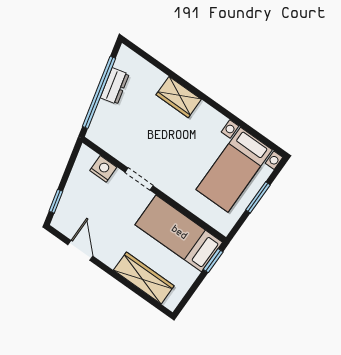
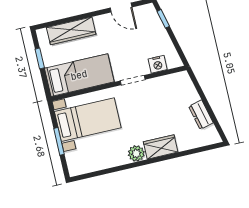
window: (99, 92) -> (205, 102), removed
plant: (205, 115) -> (136, 153), added
bed with nightstands: (234, 170) -> (88, 120), moved, turned 90
window: (213, 261) -> (40, 58), moved

